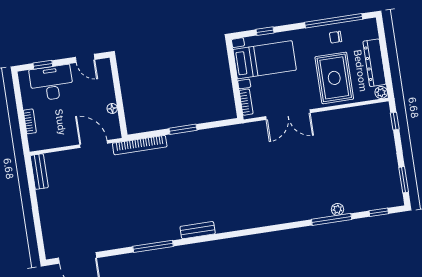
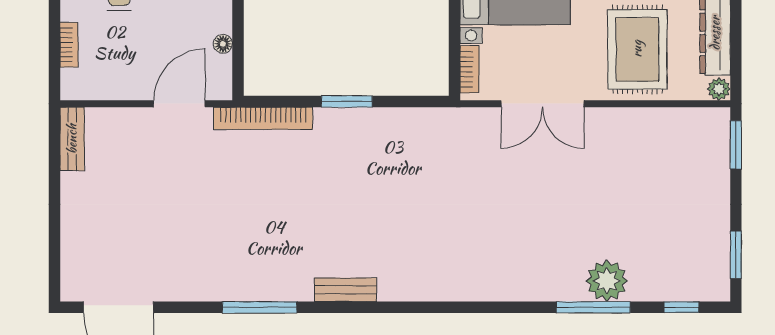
window: (395, 121) -> (736, 145), width x1.50
door: (94, 144) -> (179, 104), hinge flipped
plant: (337, 209) -> (607, 281), width x1.88, depth x1.88

